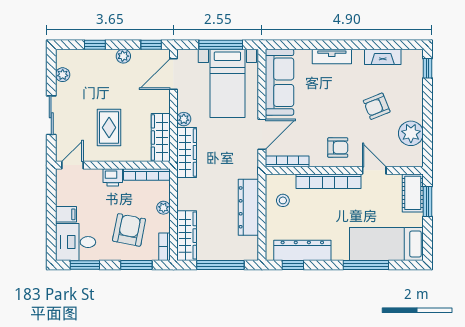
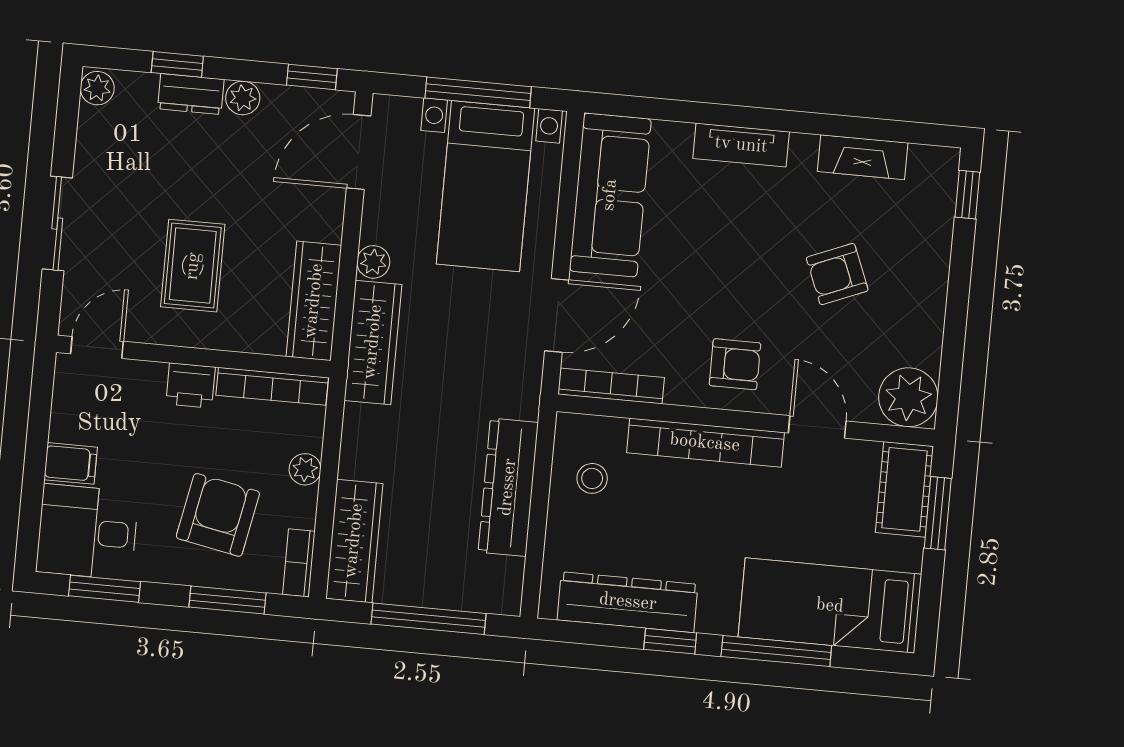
dresser: (102, 56) -> (191, 94), added
plant: (63, 75) -> (97, 88), moved
plant: (411, 133) -> (908, 397), moved
window: (293, 265) -> (670, 641), moved

